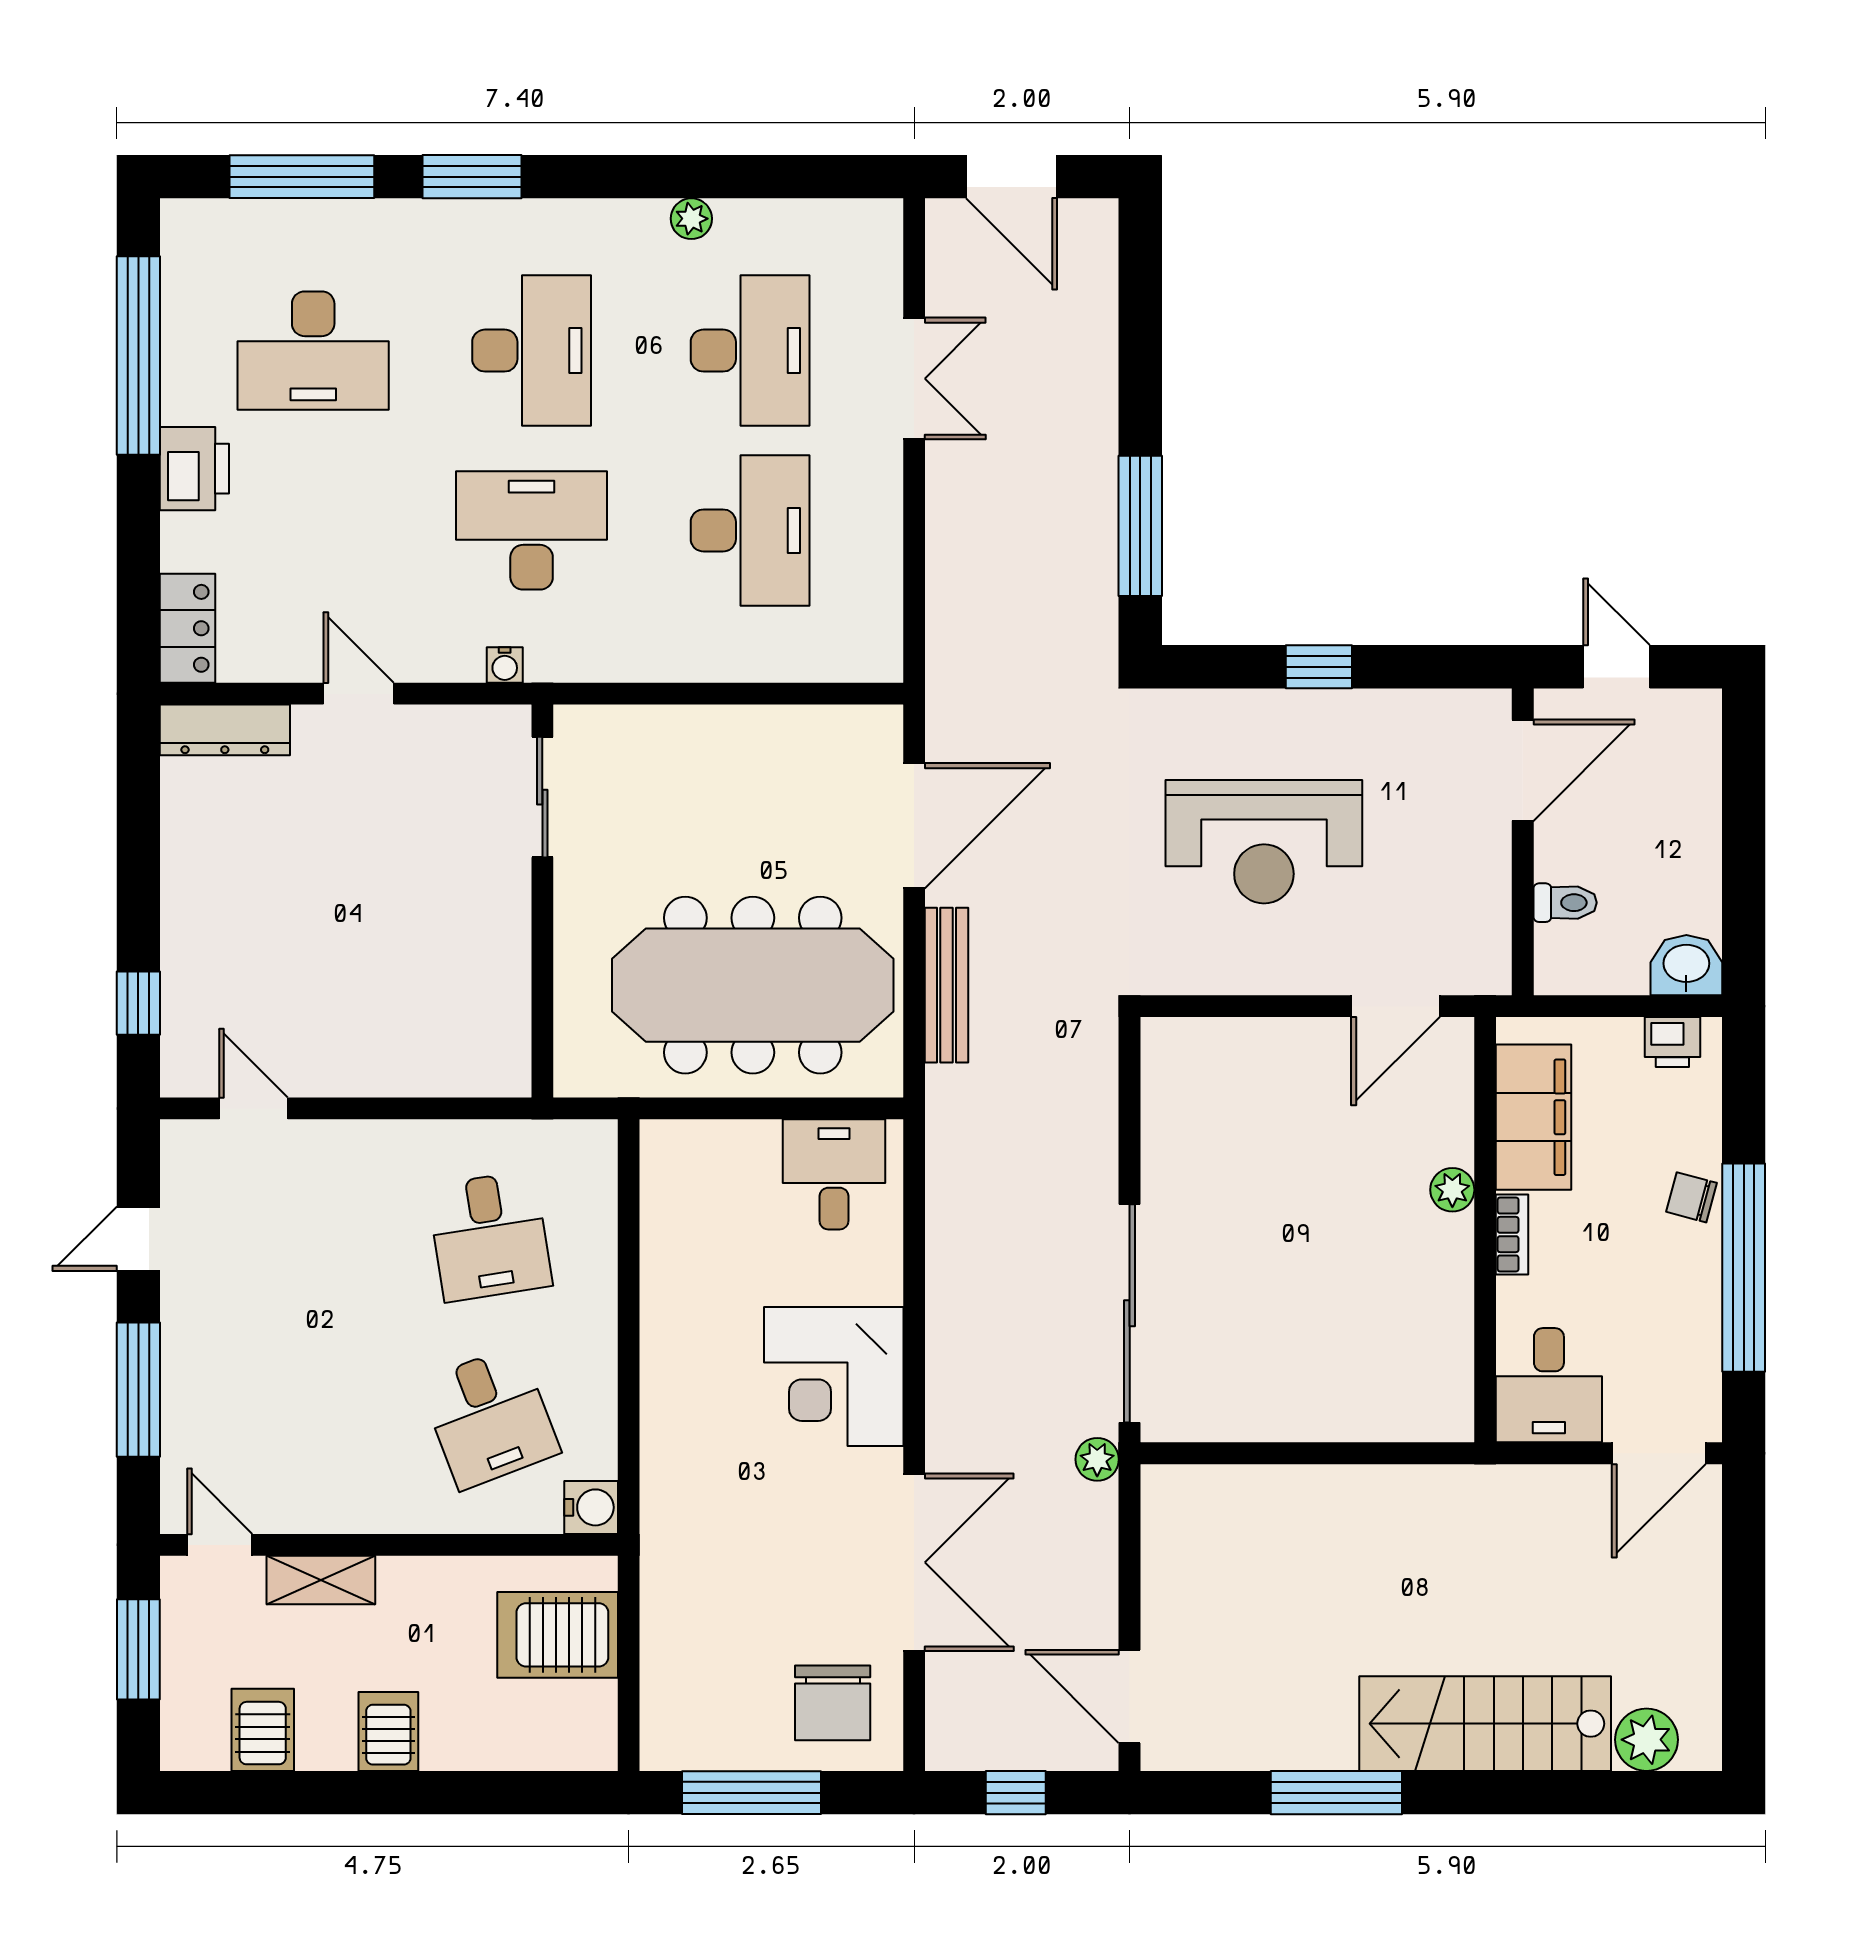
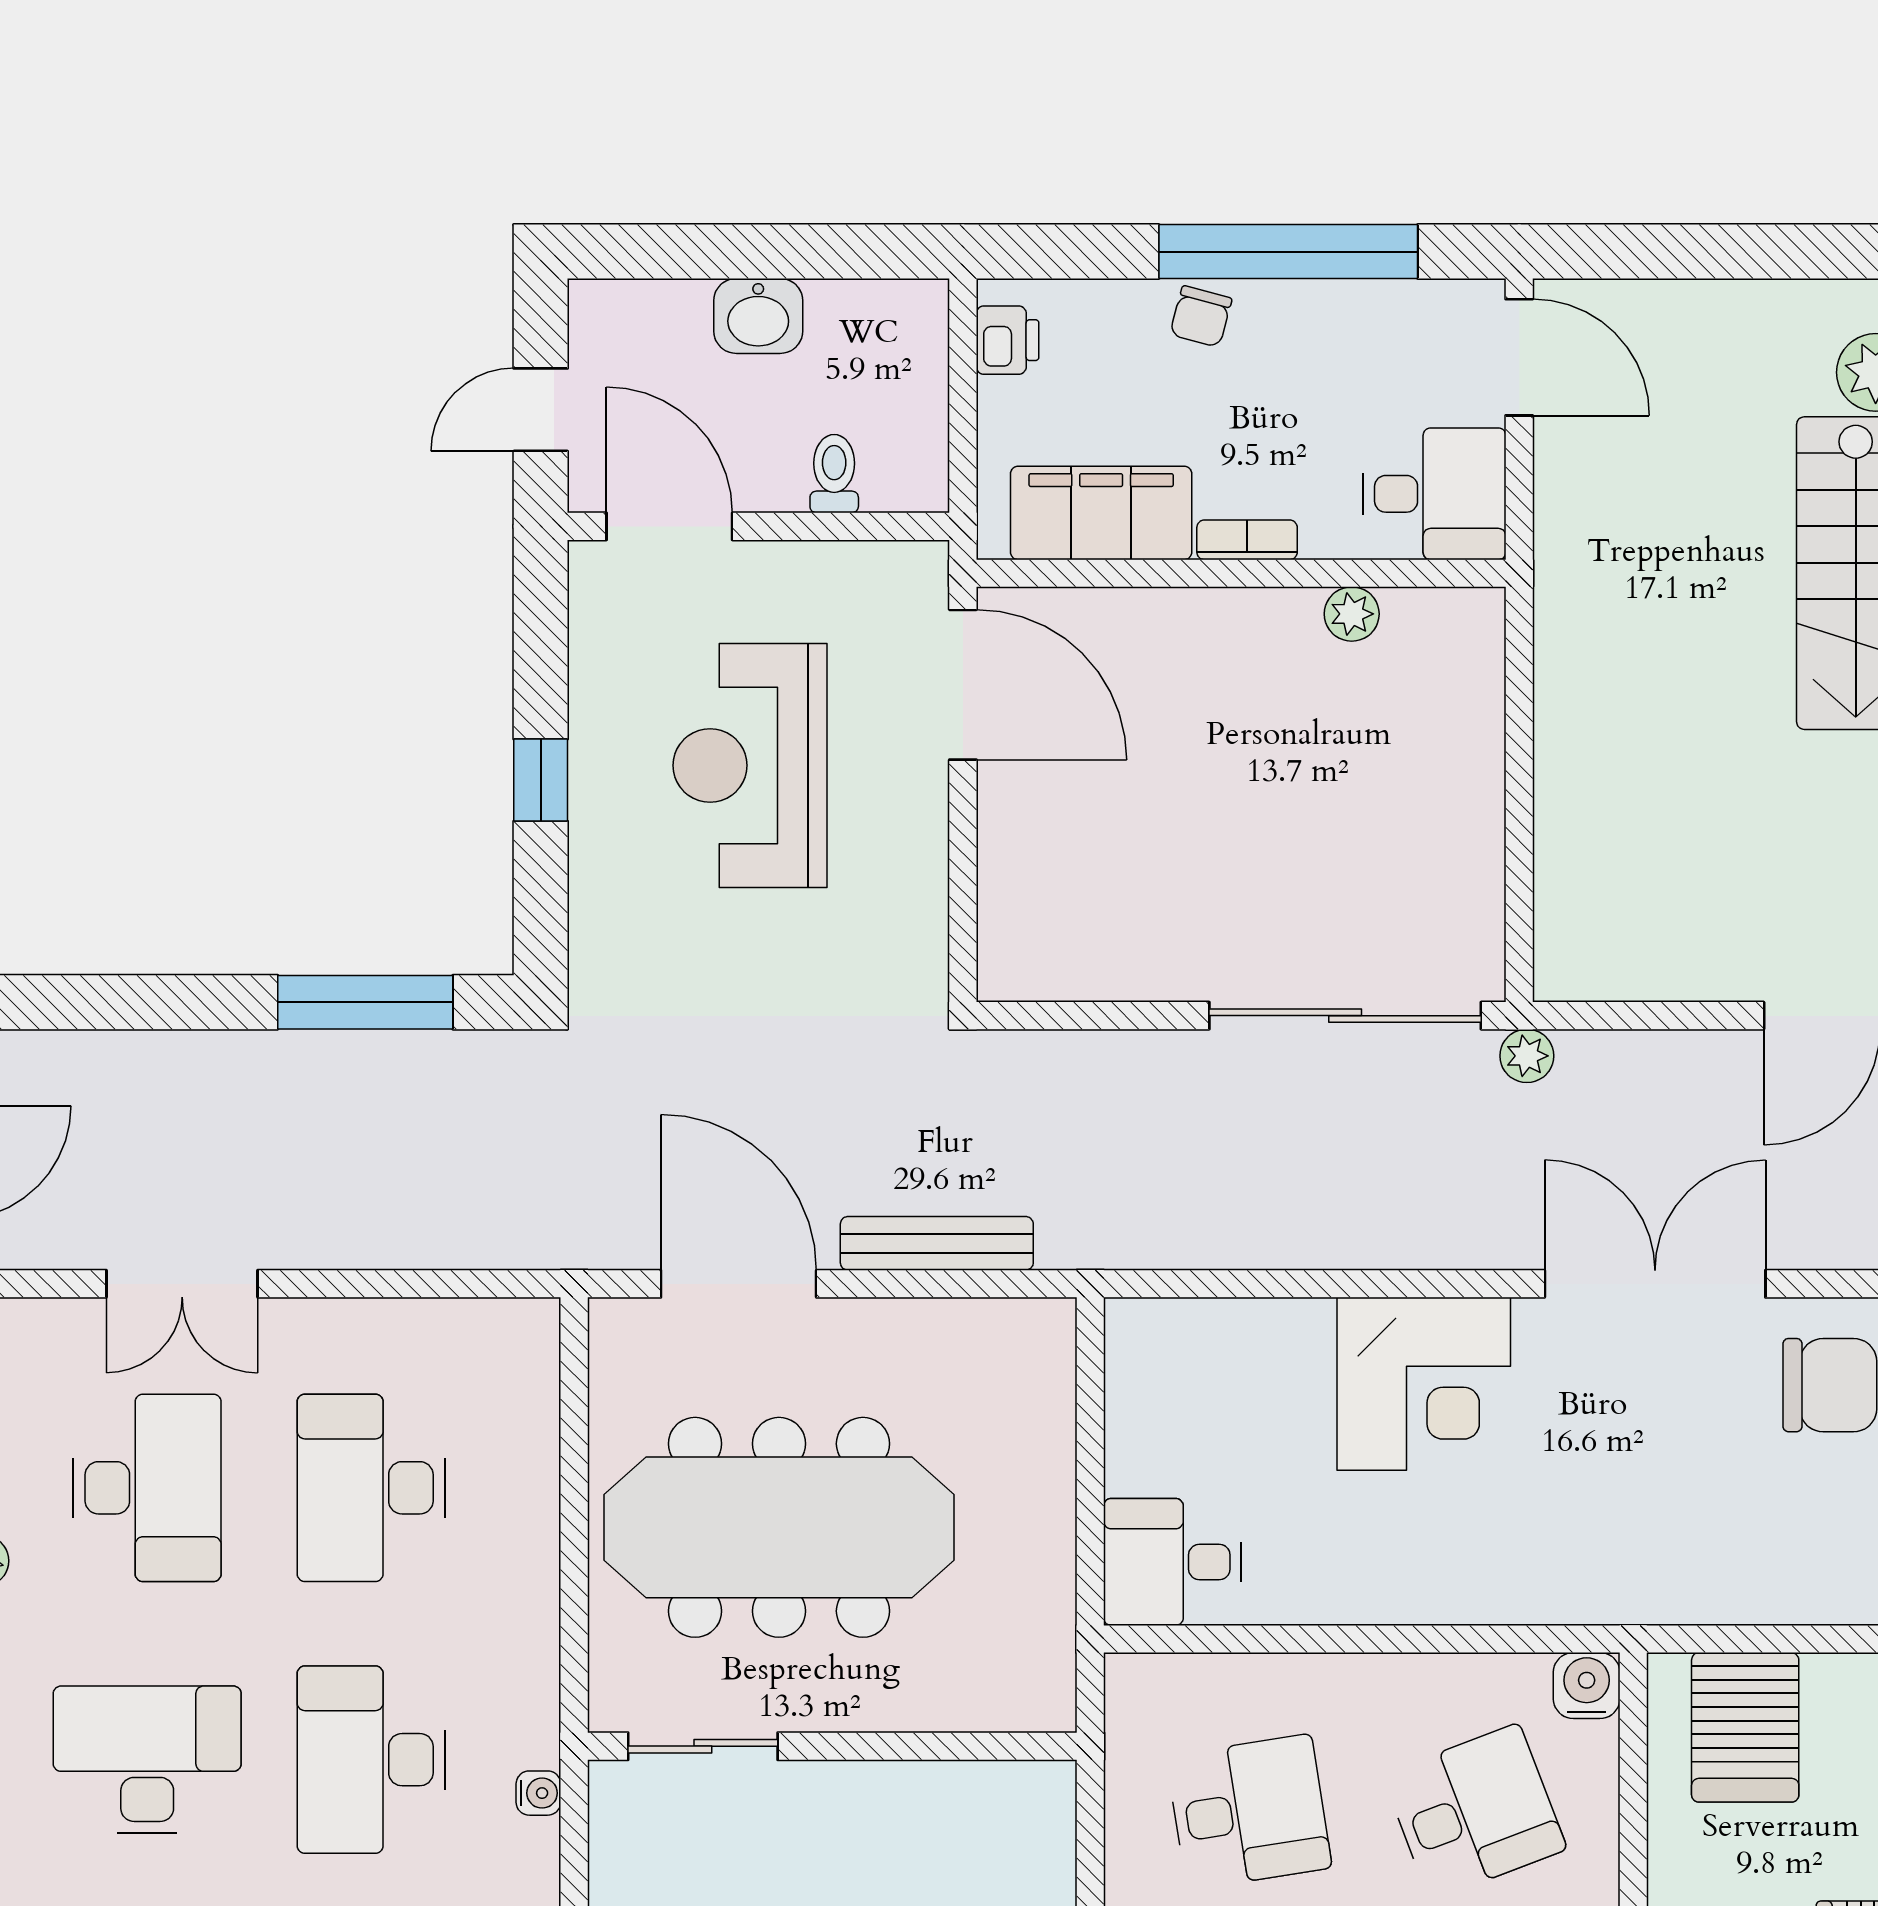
desk: (750, 351) -> (147, 1488), turned 90
double door: (914, 379) -> (182, 1284), swing flipped
desk: (750, 530) -> (371, 1488), turned -90
reception desk: (1264, 842) -> (750, 765), moved, turned 180
washbasin: (1686, 965) -> (758, 316), moved, turned -90
meeting table: (753, 985) -> (779, 1527), moved, turned 90
door: (1396, 1006) -> (963, 685), width x1.36
desk: (834, 1174) -> (1172, 1562), moved
plant: (1452, 1190) -> (1352, 614), moved

